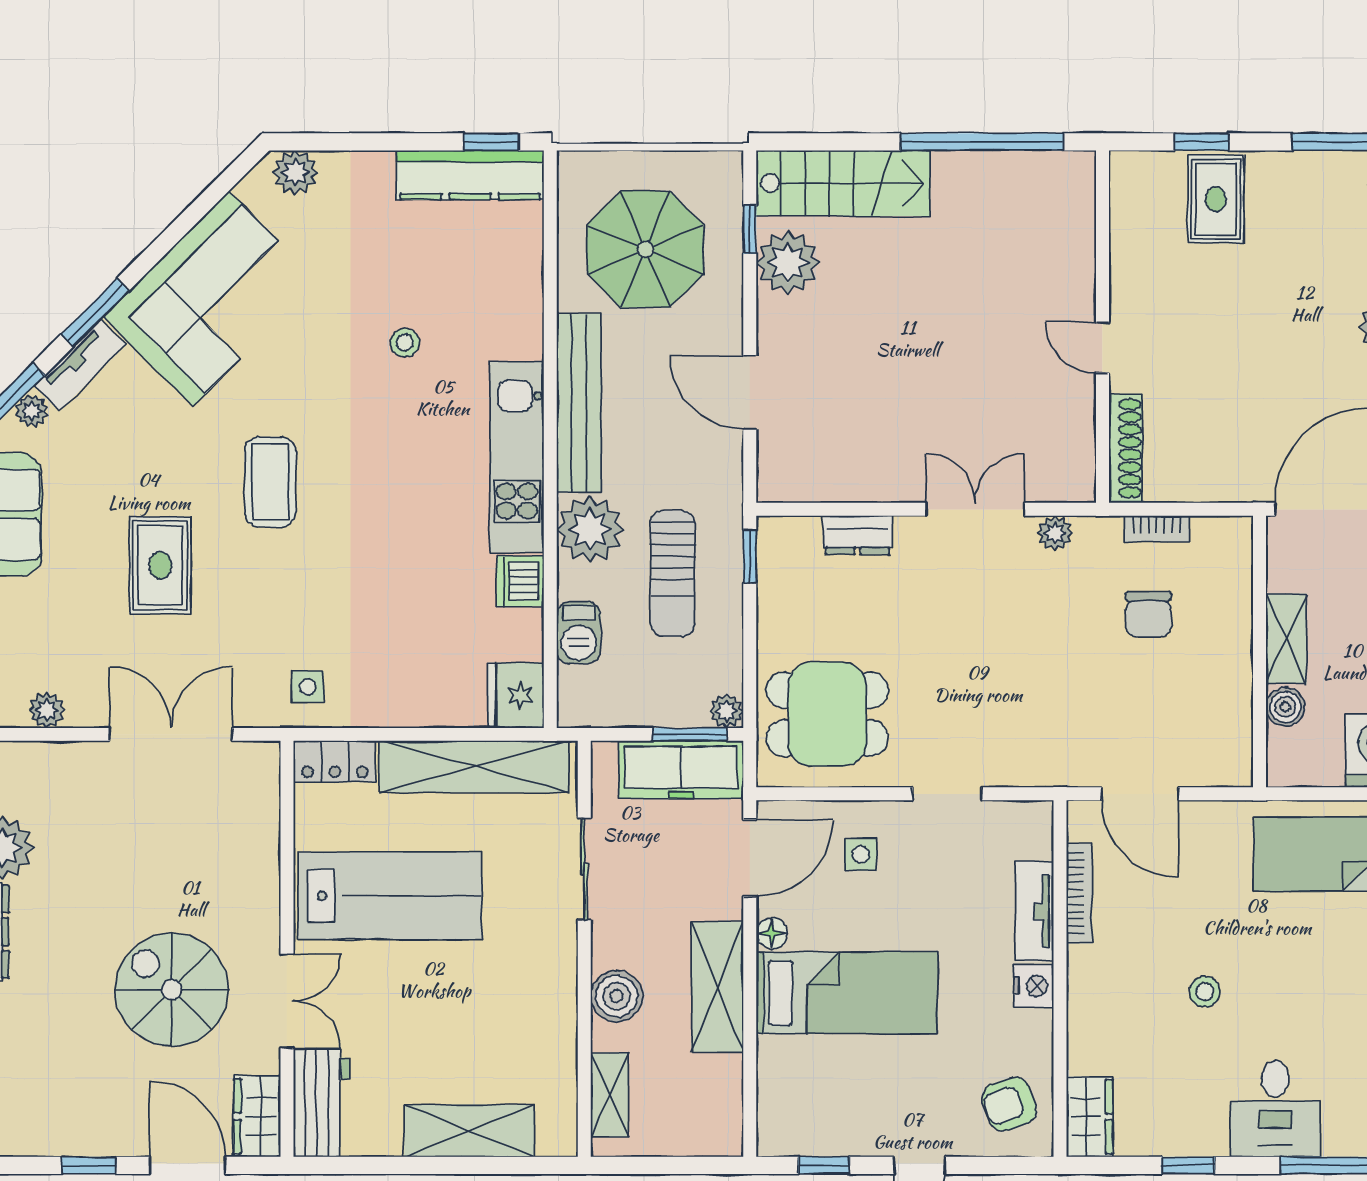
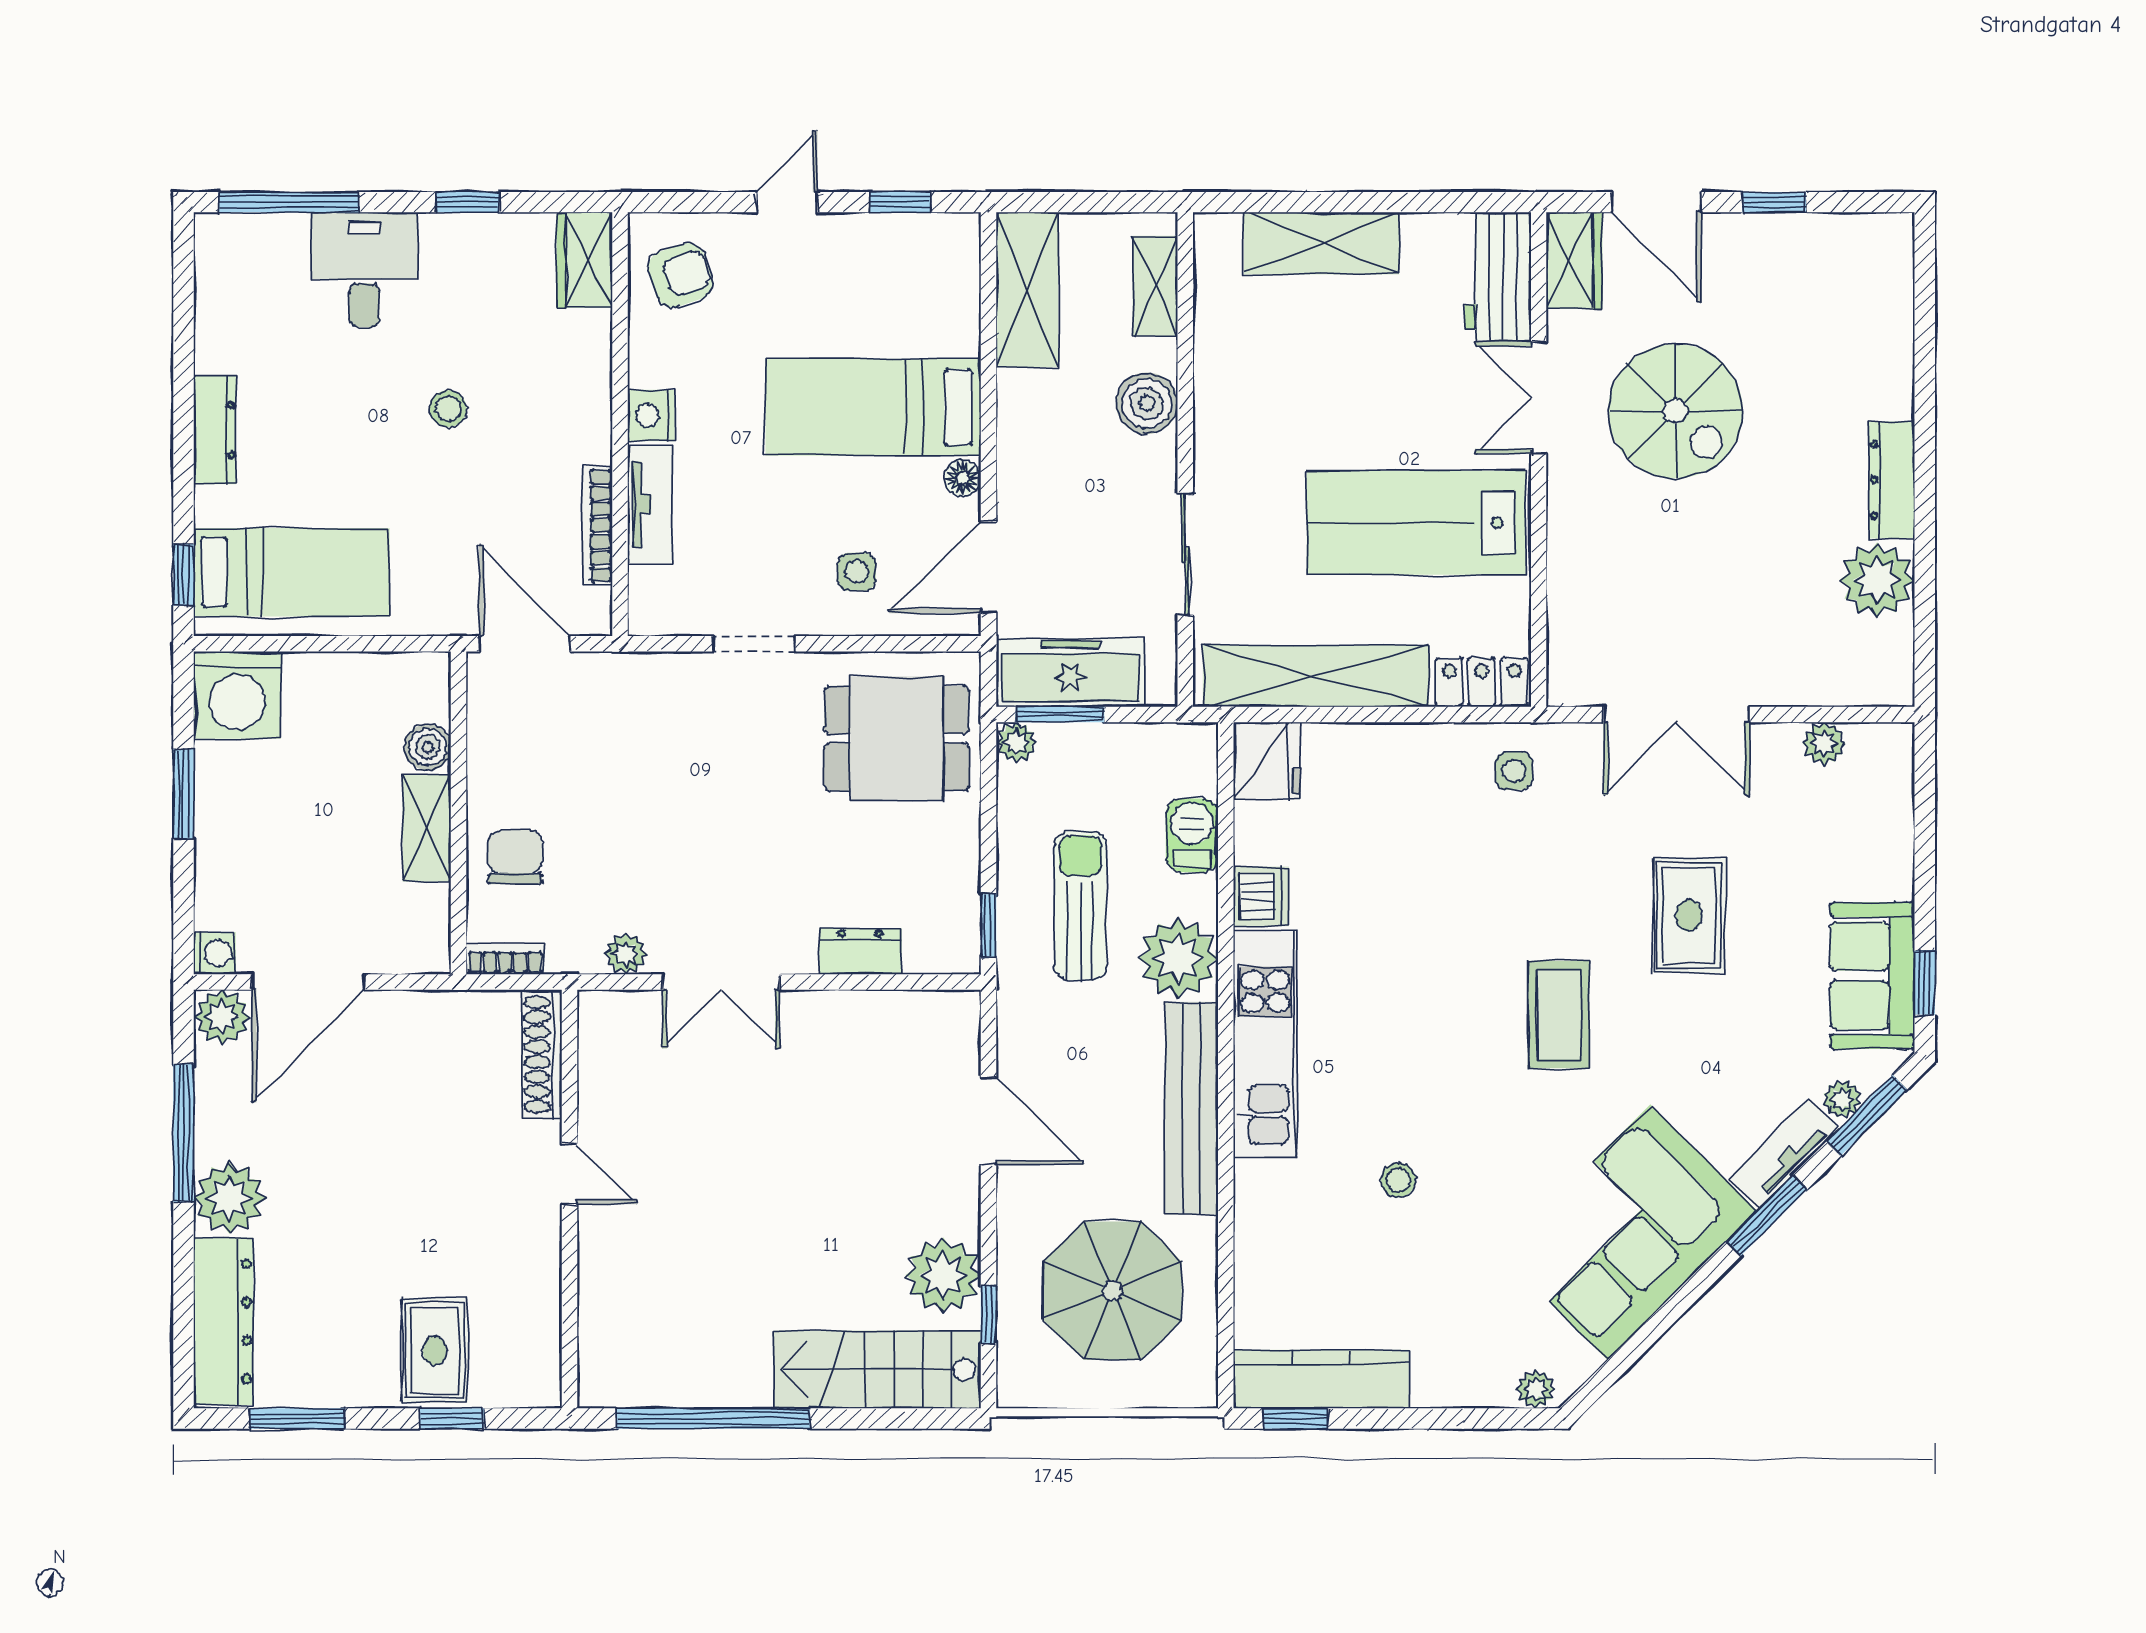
plant: (295, 173) -> (1536, 1389), width x0.73, depth x0.73
shelving: (1286, 639) -> (427, 828), moved
wall: (1260, 652) -> (459, 813), moved
boiler: (1285, 707) -> (428, 747), moved
shelving: (717, 987) -> (1027, 290), moved

